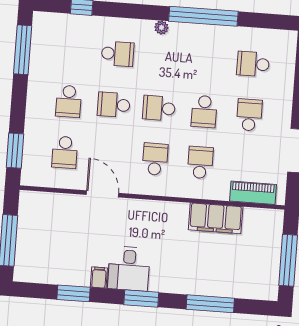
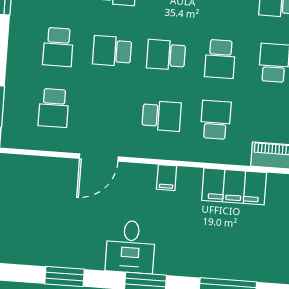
school desk: (155, 159) -> (162, 116), turned 90
door: (103, 194) -> (99, 158), swing flipped
filing cabinet: (99, 278) -> (167, 178), moved, turned 180

